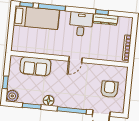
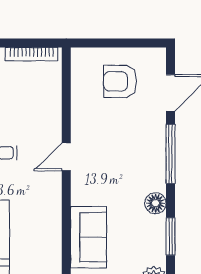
door: (75, 60) -> (66, 157), swing flipped

